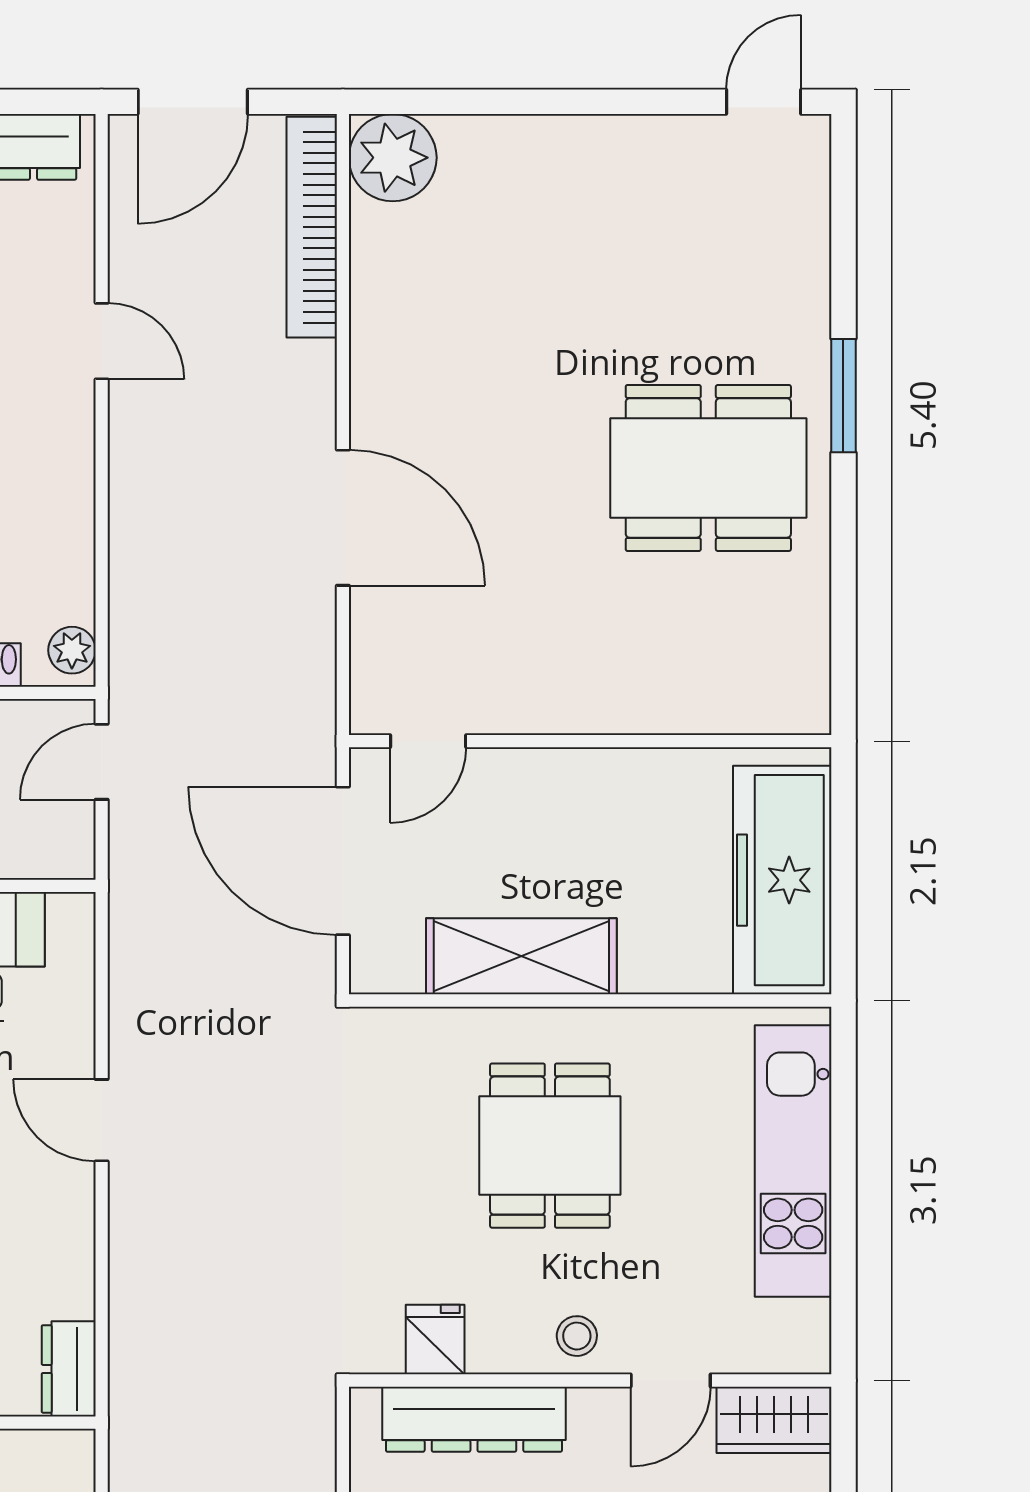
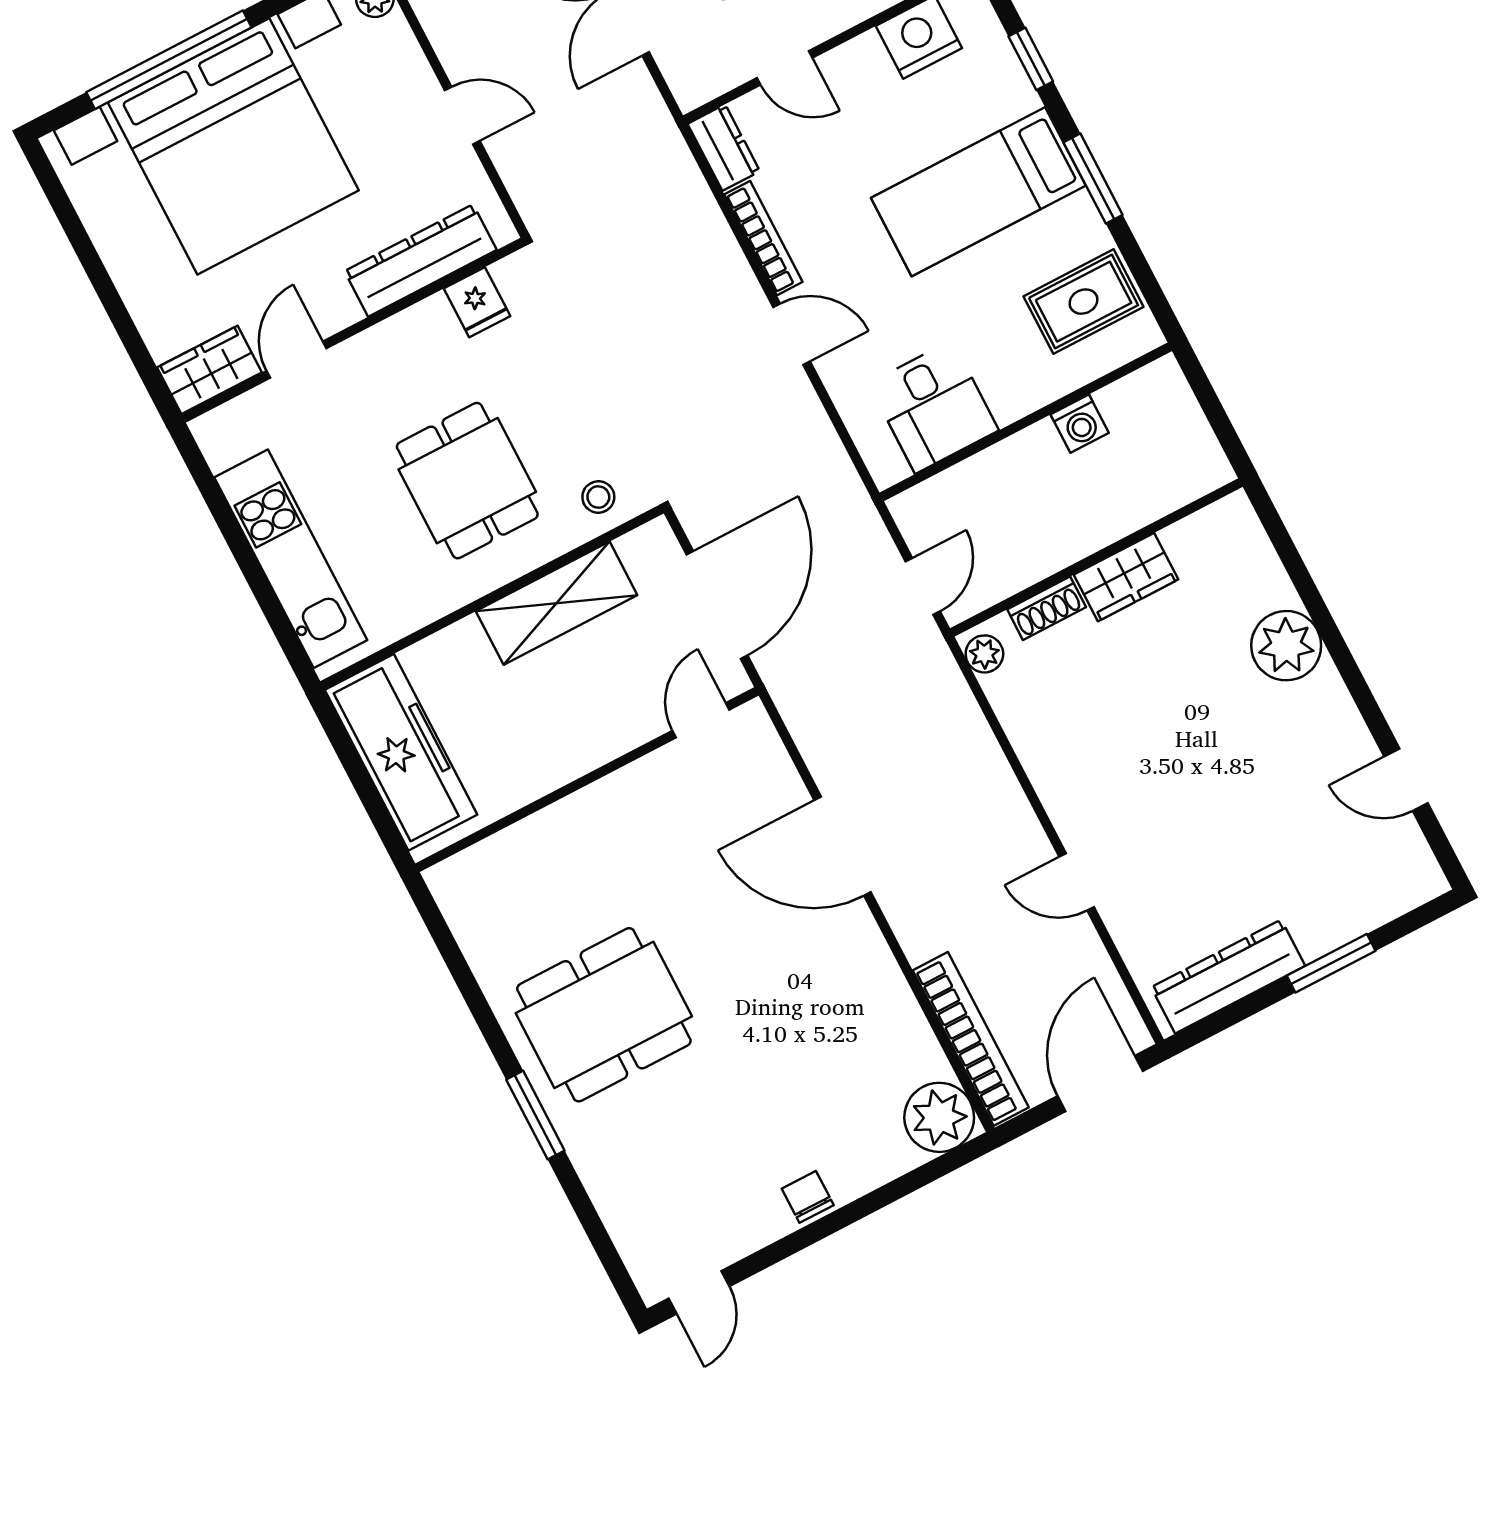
chair: (586, 145) -> (808, 1197), added
door: (343, 861) -> (717, 605), hinge flipped
bookcase: (77, 1244) -> (763, 238), added
stool: (577, 1336) -> (598, 497), moved

